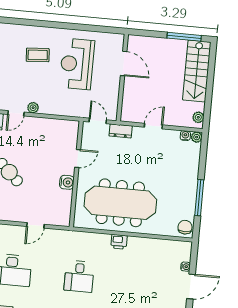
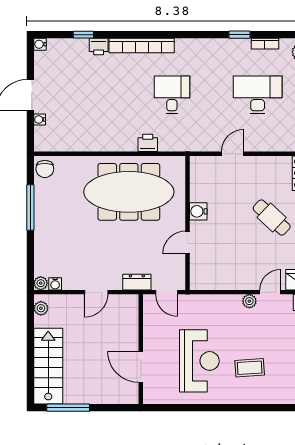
printer: (119, 242) -> (148, 143), moved

